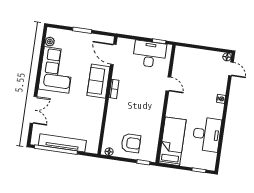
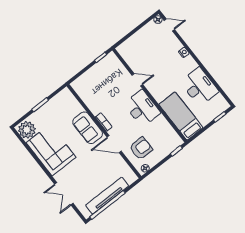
plant: (50, 42) -> (27, 130), width x1.88, depth x1.88
door: (113, 54) -> (114, 144), moved
desk: (150, 54) -> (142, 108), moved, turned 90
double door: (33, 110) -> (64, 194), swing flipped
armchair: (131, 143) -> (141, 148), moved

